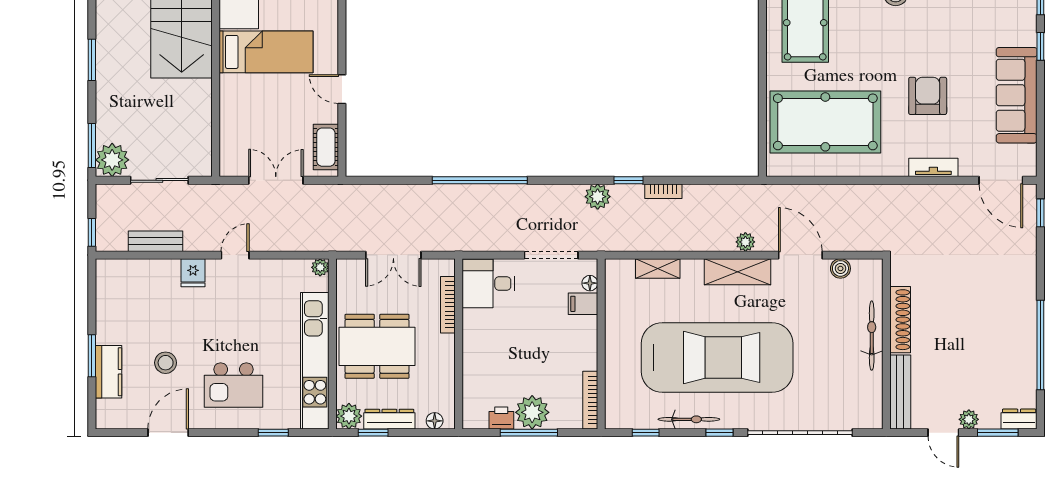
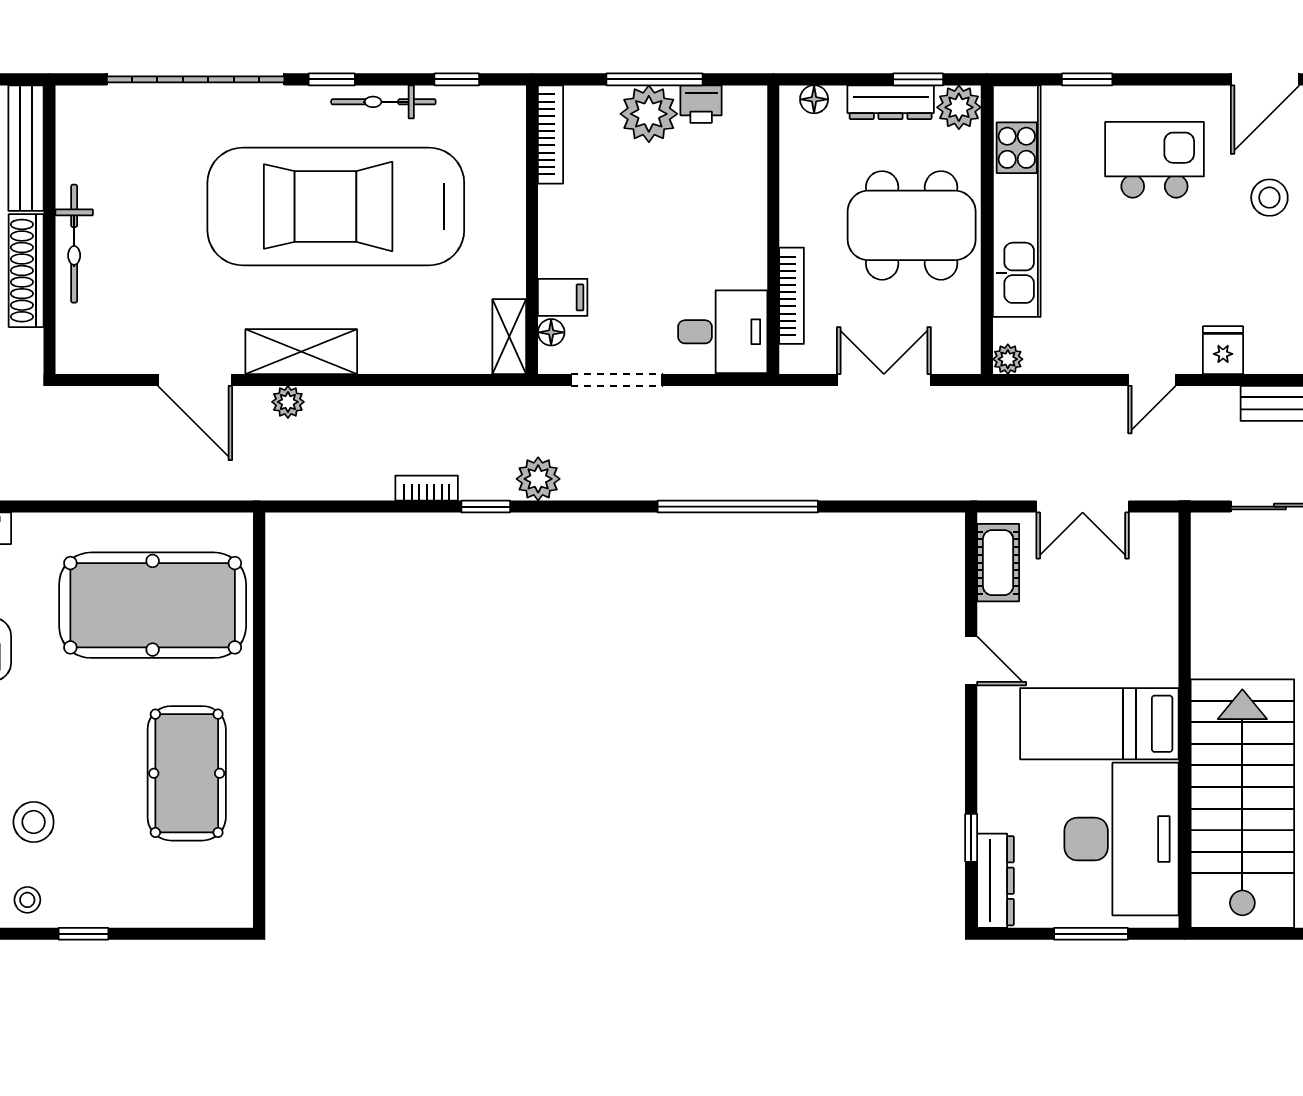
shelving: (658, 268) -> (509, 337), moved, turned 90
boiler: (840, 268) -> (127, 357), removed

